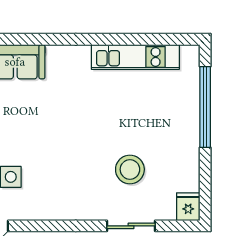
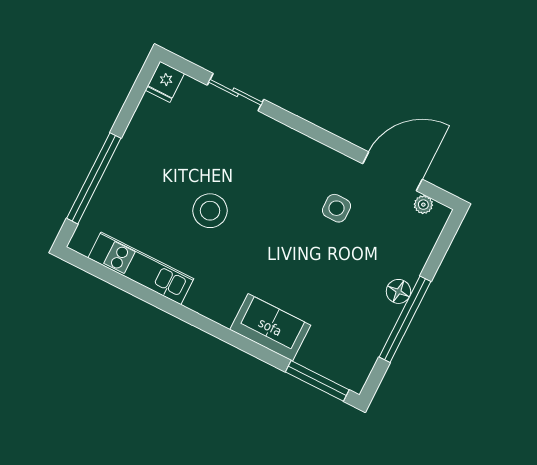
stool: (130, 169) -> (210, 211), moved

